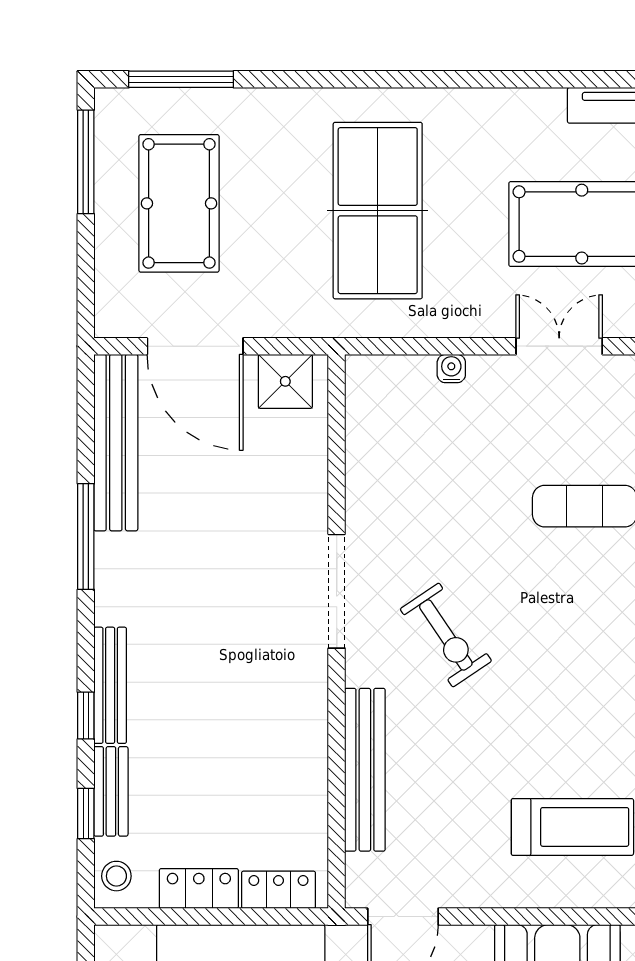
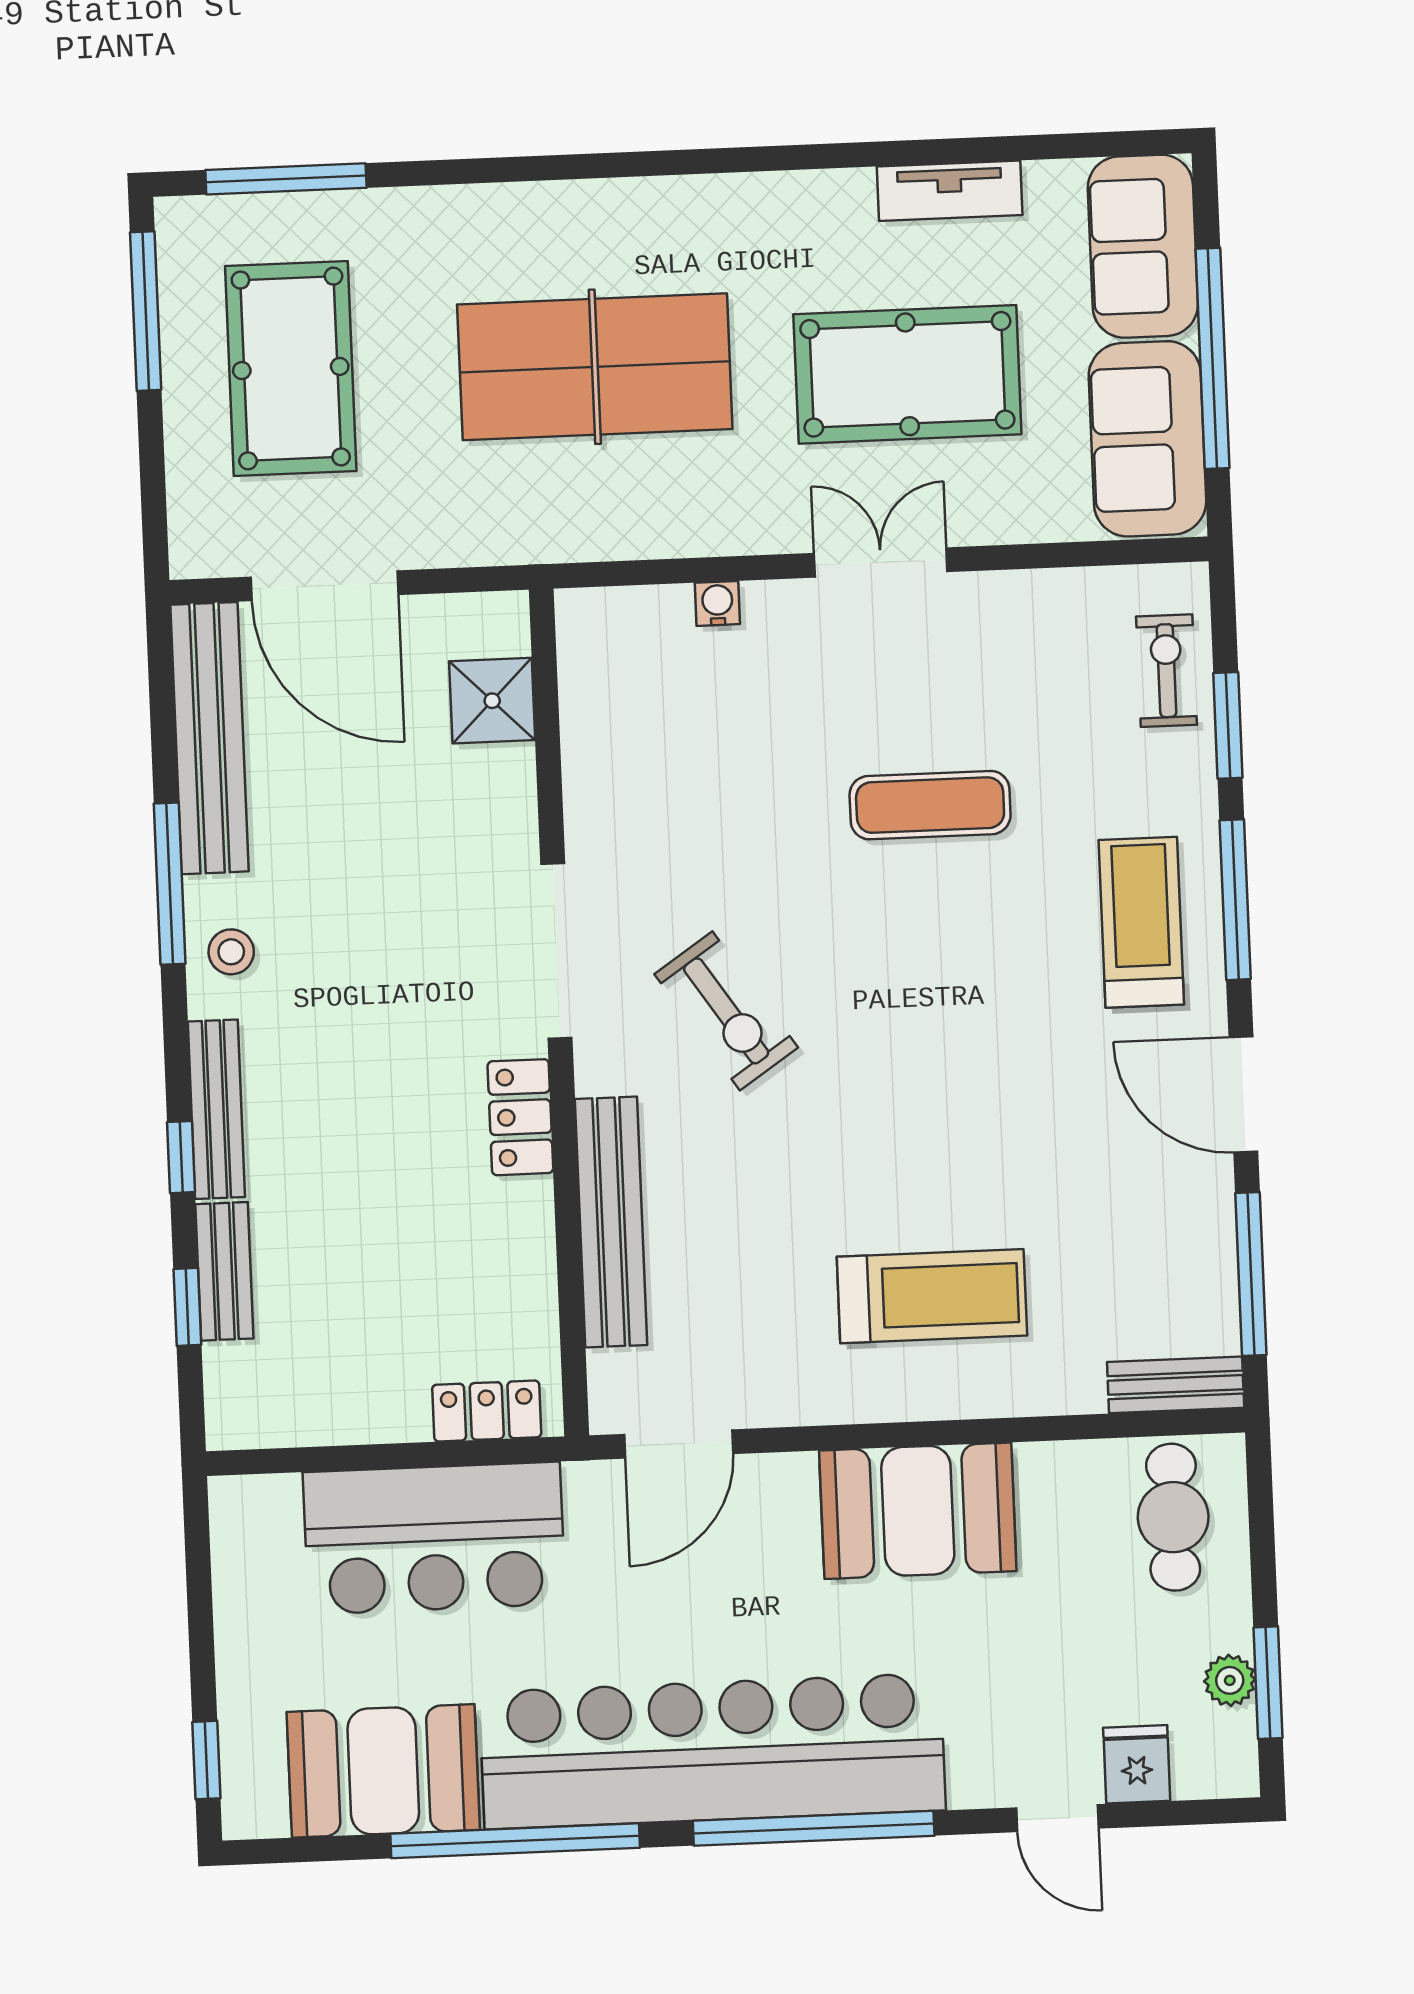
table tennis table: (378, 211) -> (595, 367), turned 90
shower: (285, 381) -> (492, 701), moved
stool: (116, 876) -> (231, 952), moved
locker: (199, 889) -> (520, 1117), moved, turned -90

